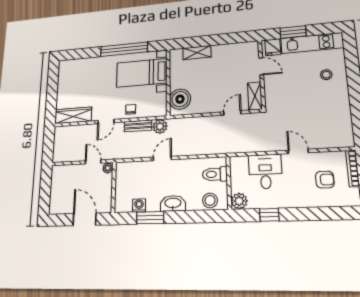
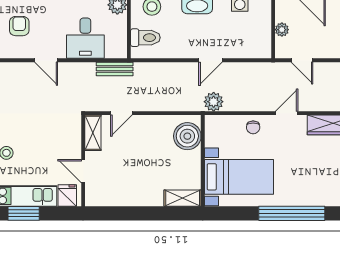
window: (293, 32) -> (24, 213), moved
window: (124, 49) -> (292, 213), moved
shelving: (197, 53) -> (183, 198), moved
bench: (138, 126) -> (115, 69), moved
plant: (108, 168) -> (282, 30), moved
armchair: (325, 180) -> (19, 26), turned 90

